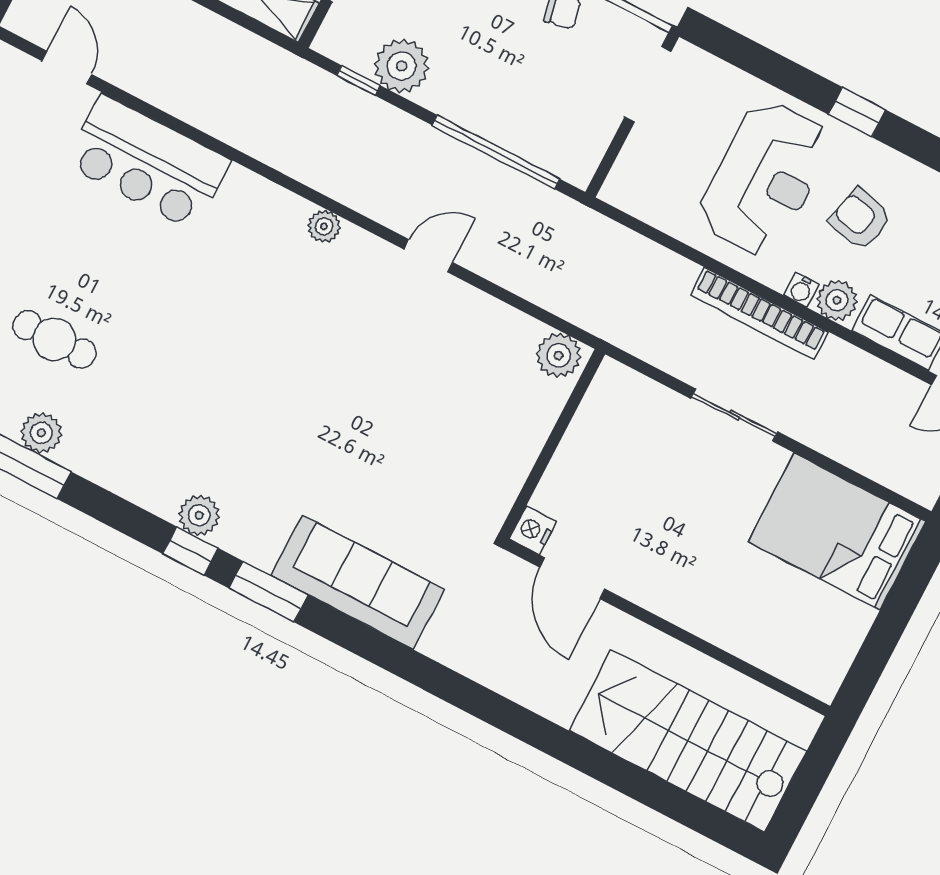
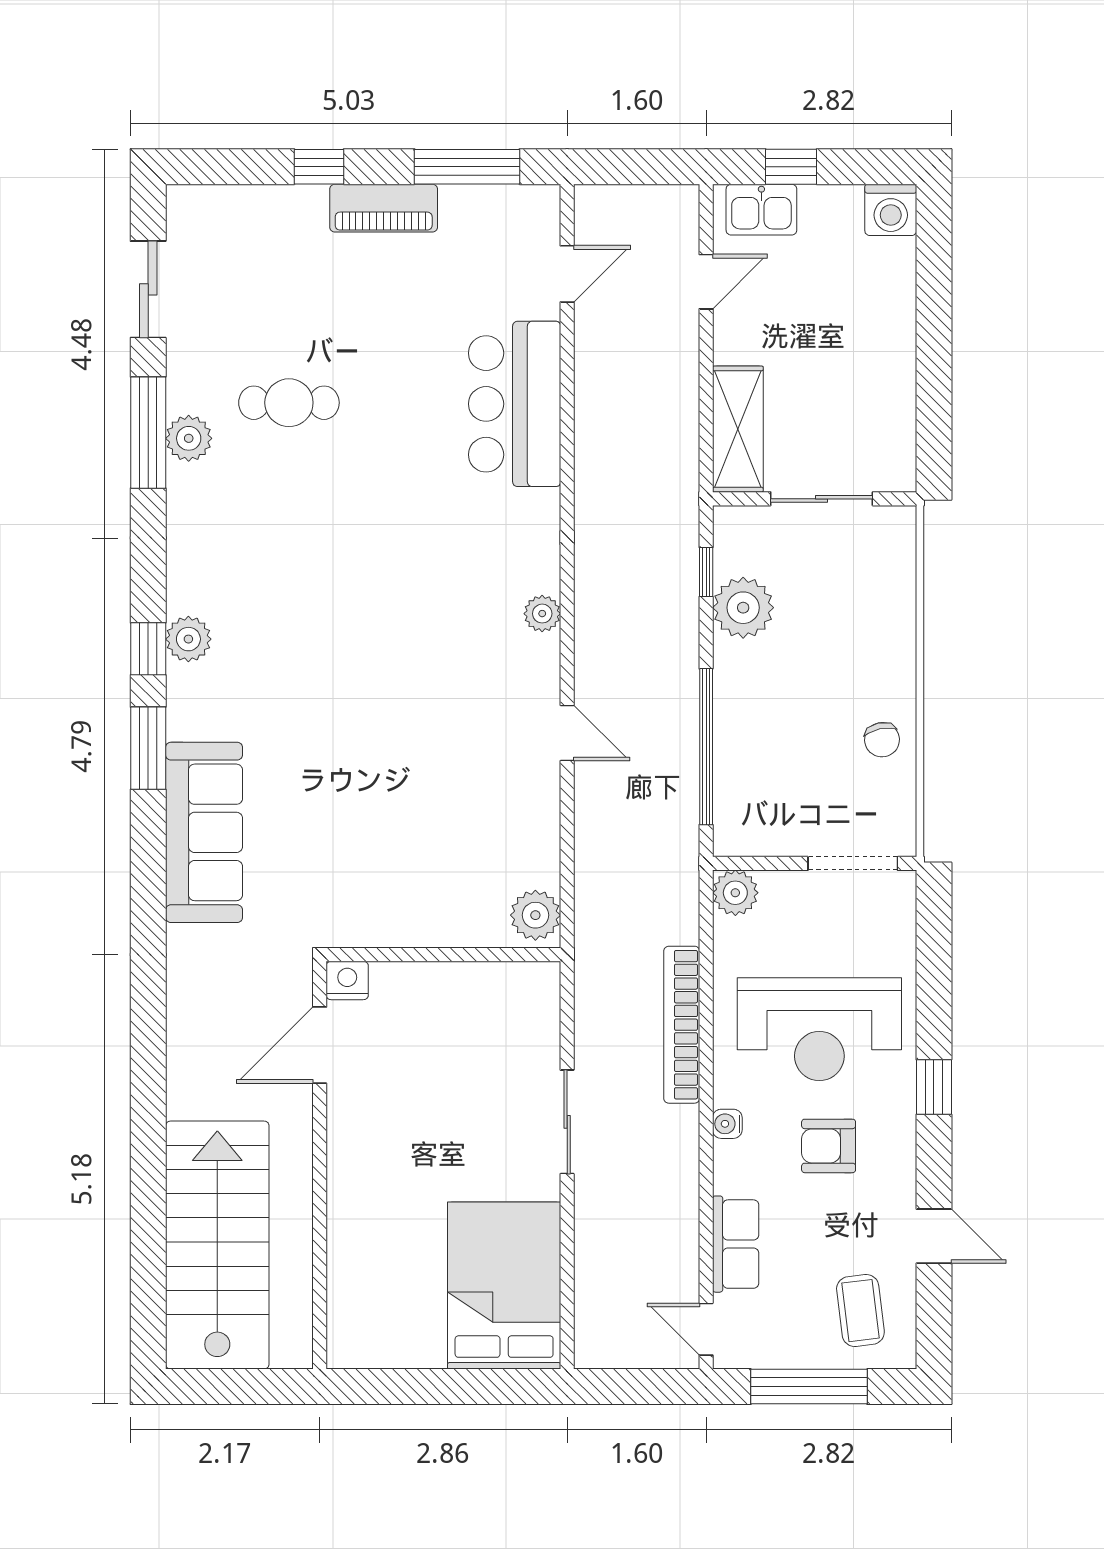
armchair: (860, 219) -> (829, 1146), turned -104
plant: (837, 300) -> (735, 893), moved
bookcase: (759, 314) -> (682, 1025), moved
cafe table: (54, 339) -> (289, 403), turned 90

